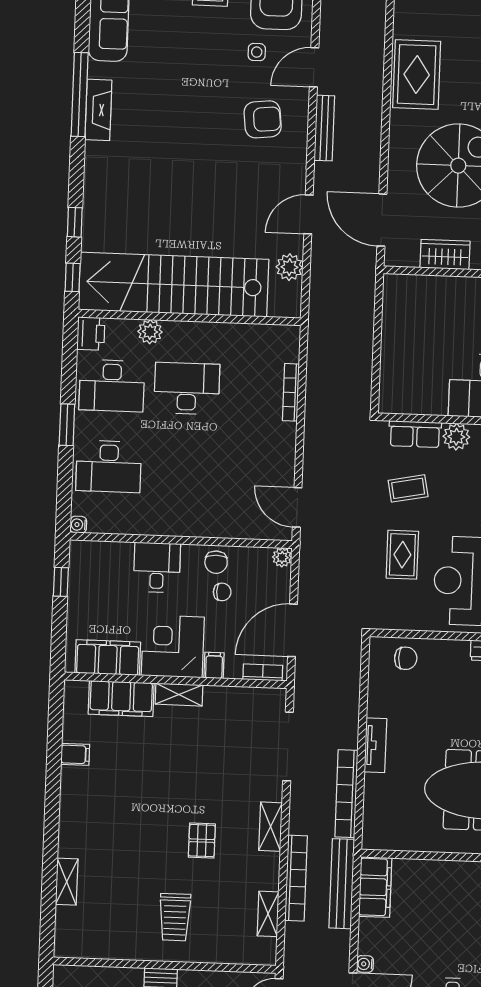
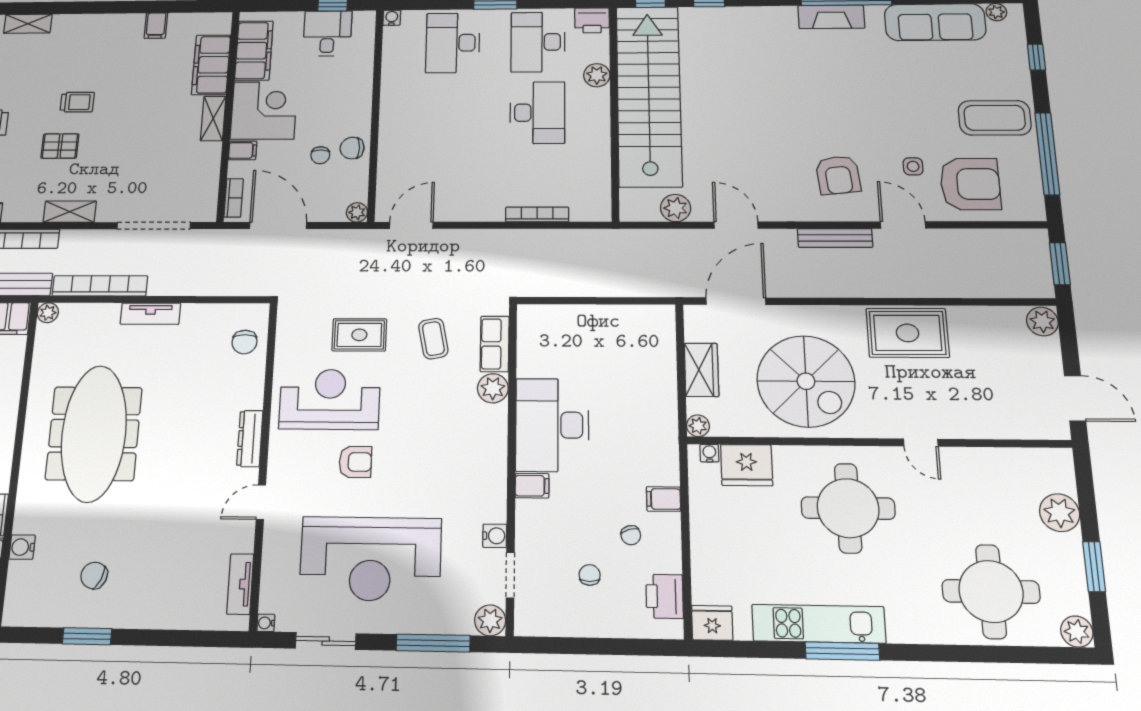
desk: (157, 568) -> (327, 33), moved, turned -90
trolley: (156, 827) -> (77, 102), added
plant: (371, 840) -> (48, 313), added

